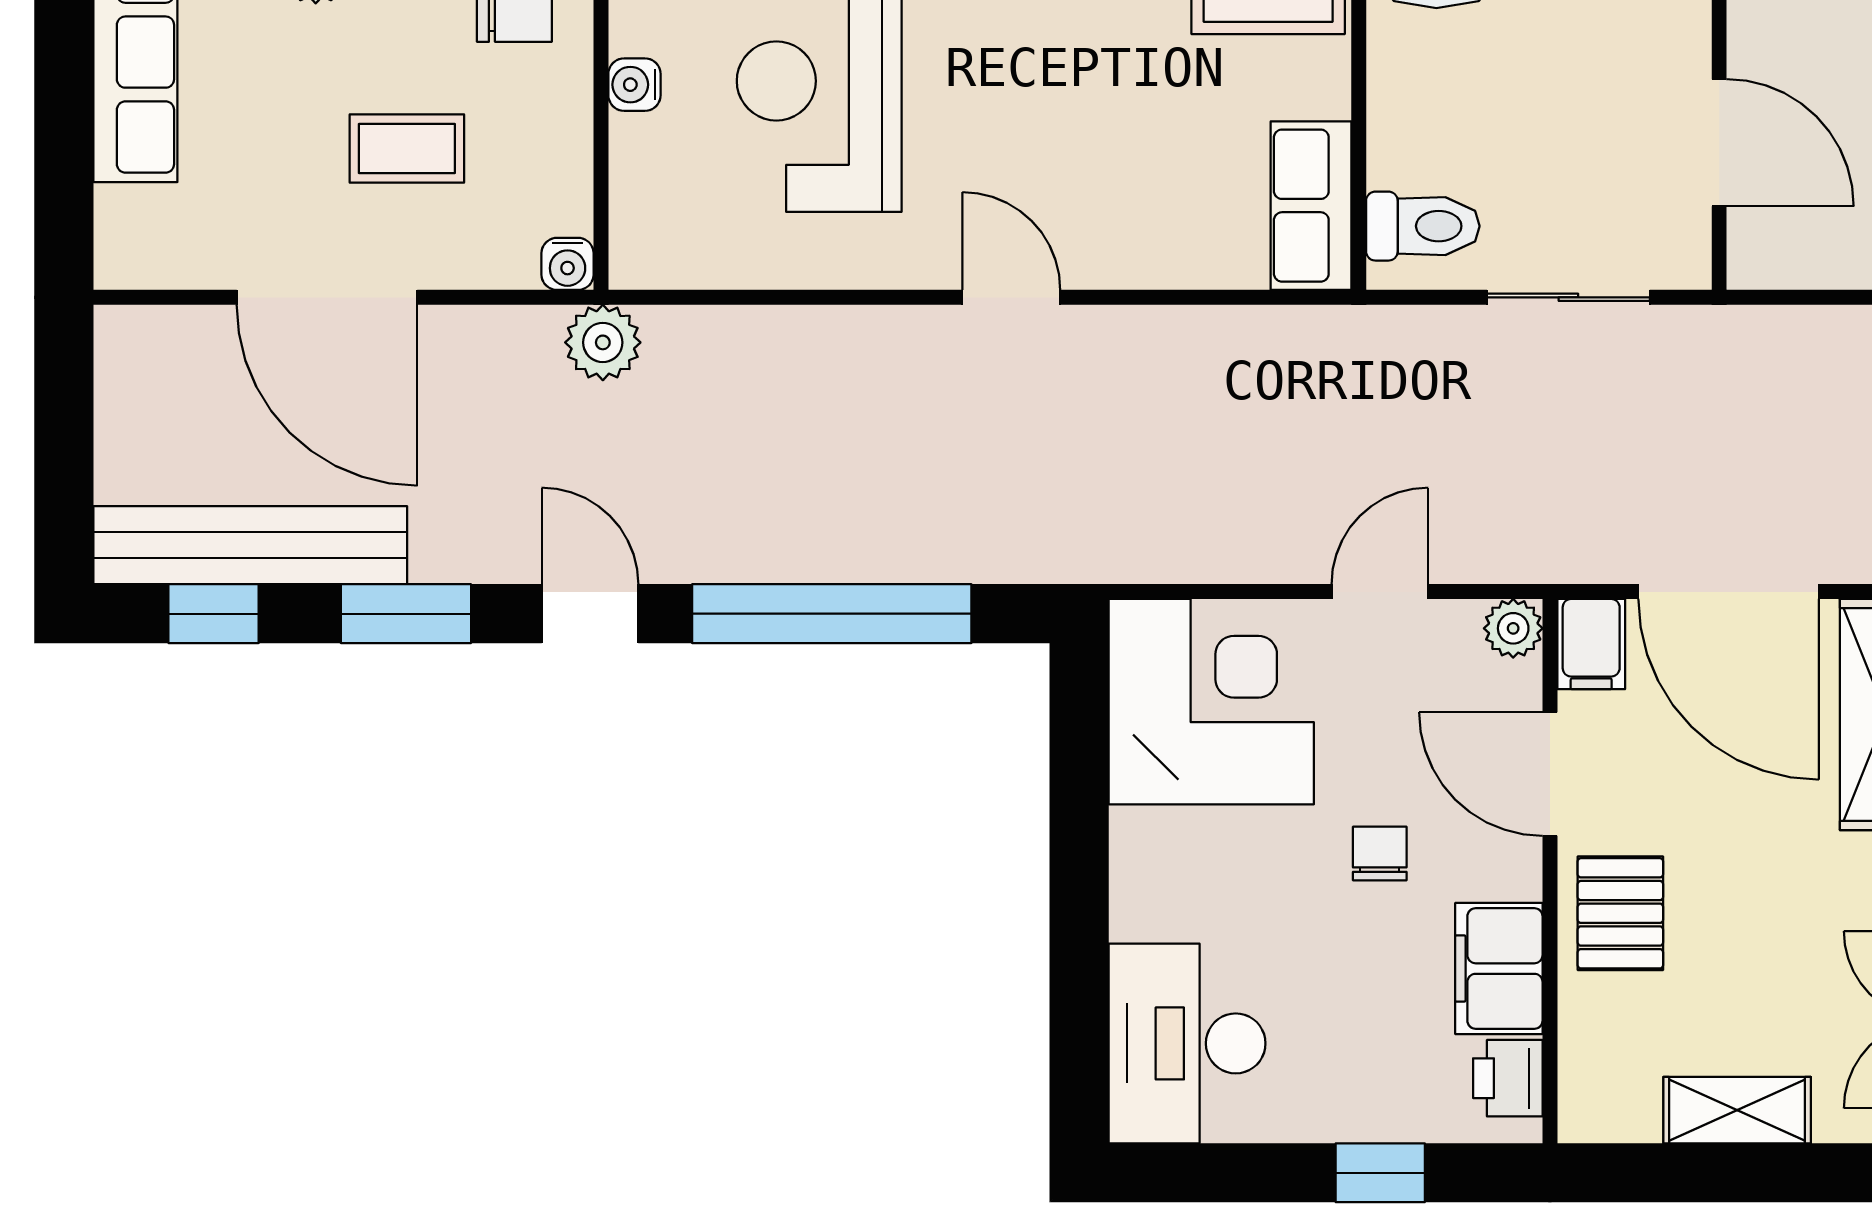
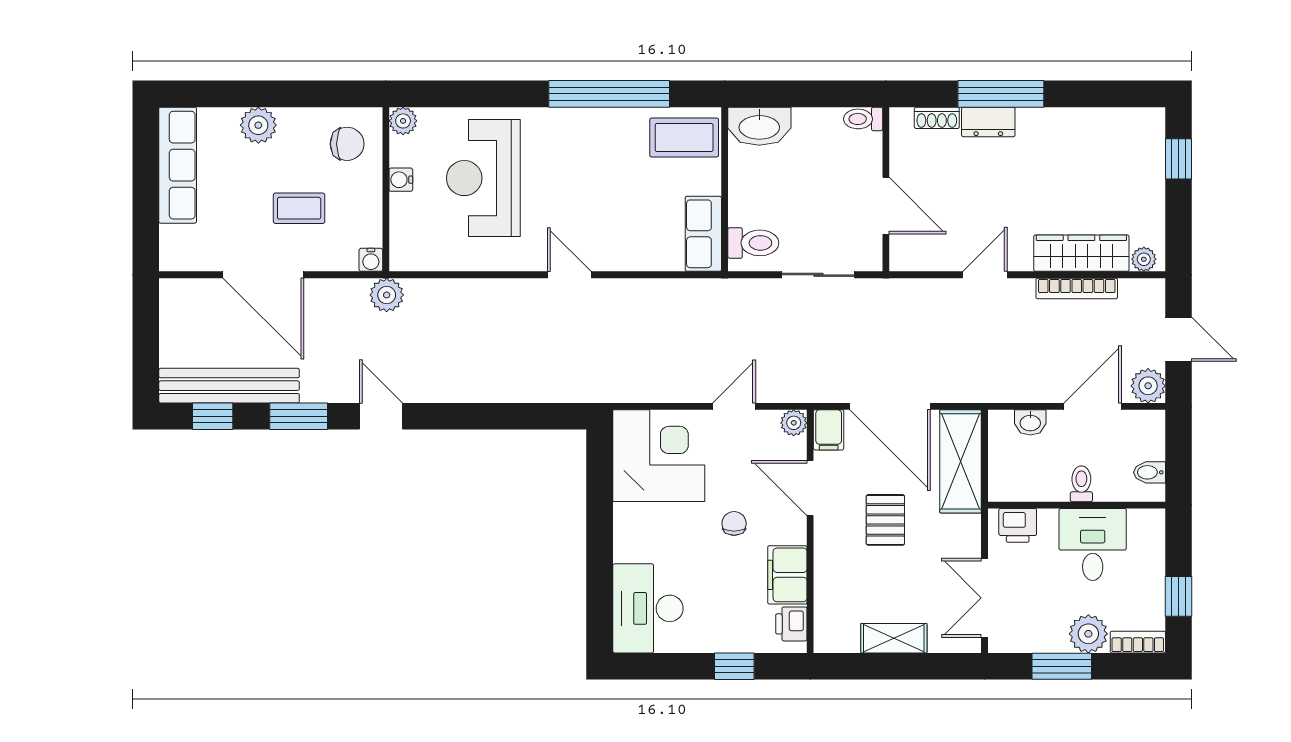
window: (832, 614) -> (489, 416), removed
pallet: (1620, 913) -> (885, 520), moved

